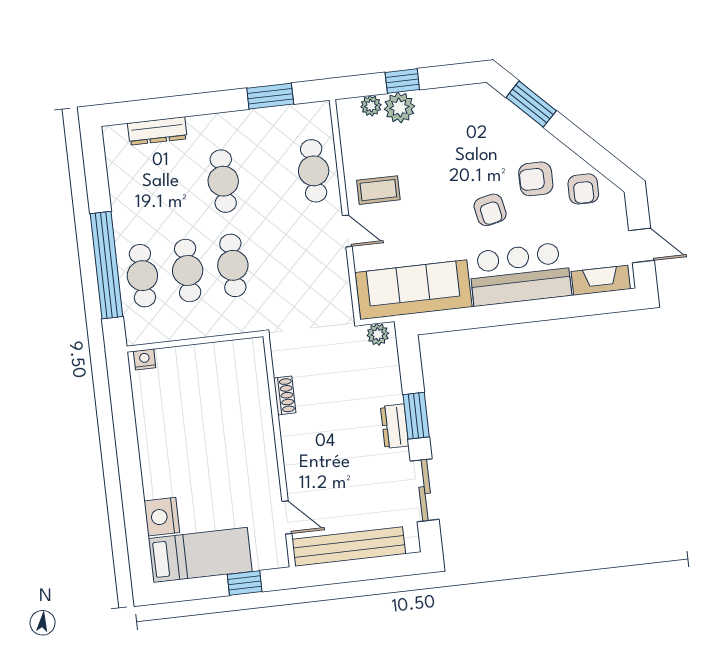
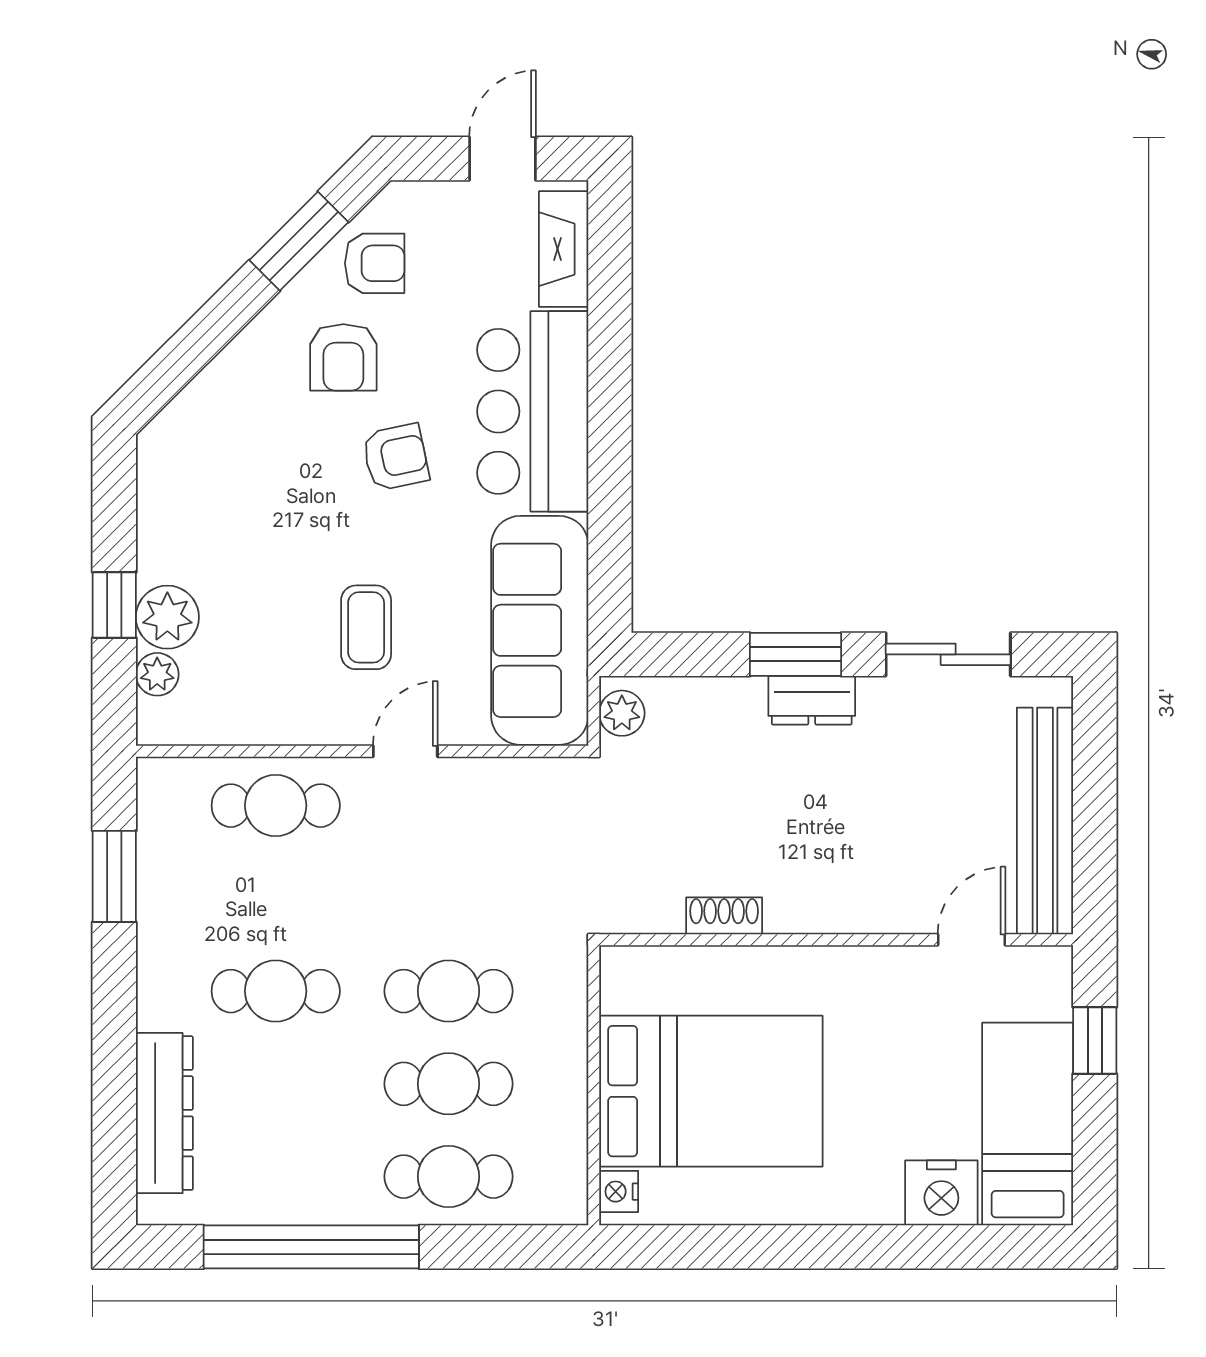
window: (531, 104) -> (299, 241), moved
dresser: (157, 131) -> (164, 1113), width x1.37, depth x1.24
coffee table: (378, 190) -> (366, 627), moved
window: (106, 265) -> (311, 1247), moved
bed: (199, 399) -> (711, 1091), added

